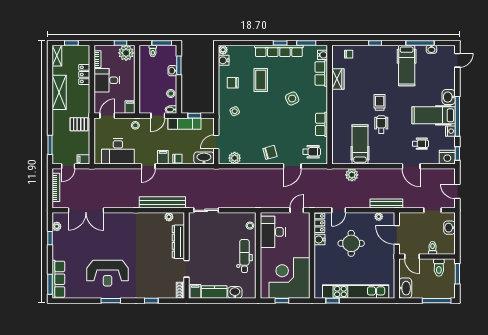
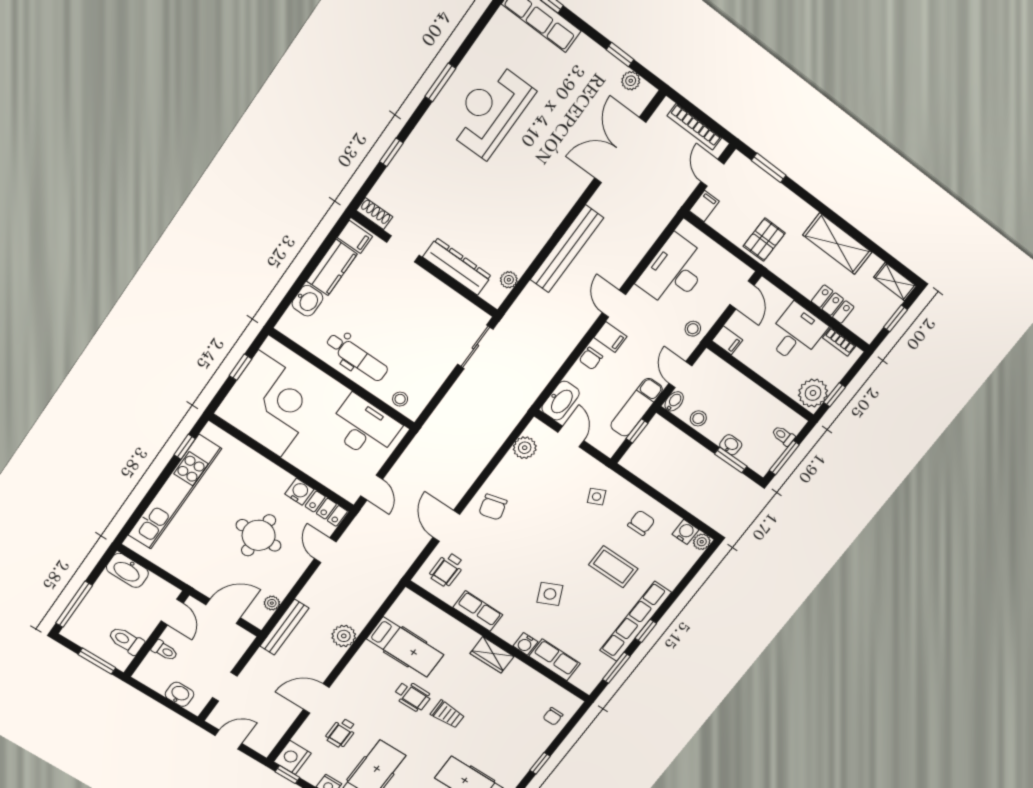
water cooler: (323, 55) -> (525, 644), moved
wardrobe: (338, 79) -> (492, 655), moved
plant: (352, 175) -> (344, 636), moved
bench: (162, 202) -> (567, 249), moved
door: (412, 257) -> (172, 612), swing flipped

